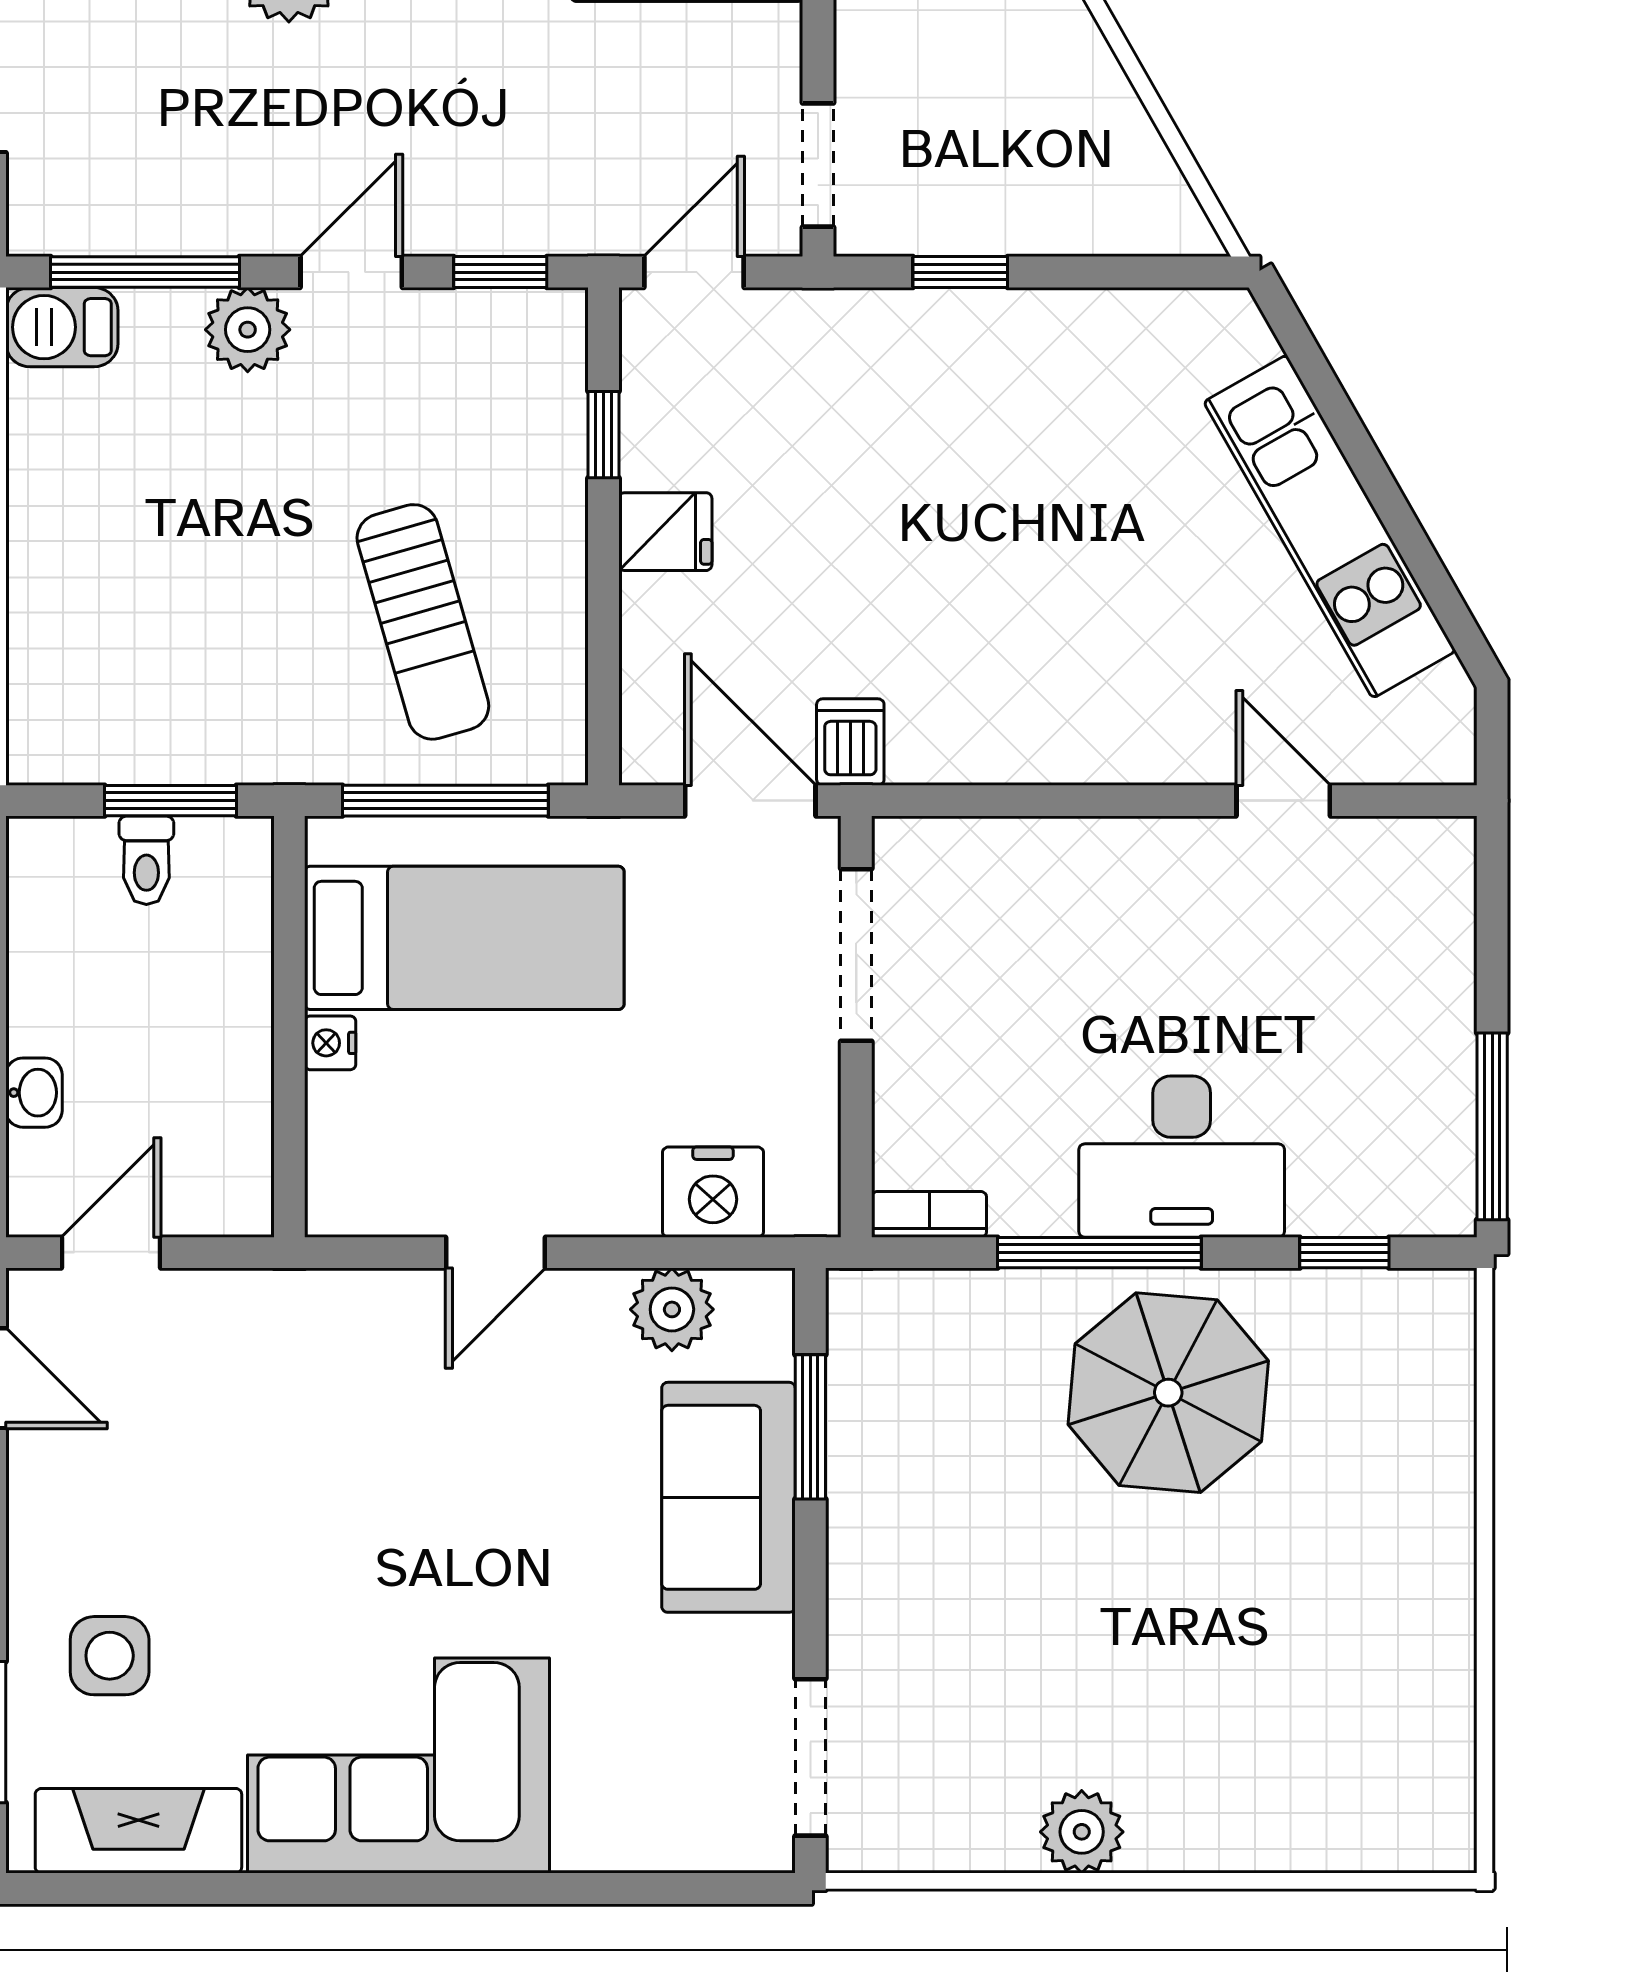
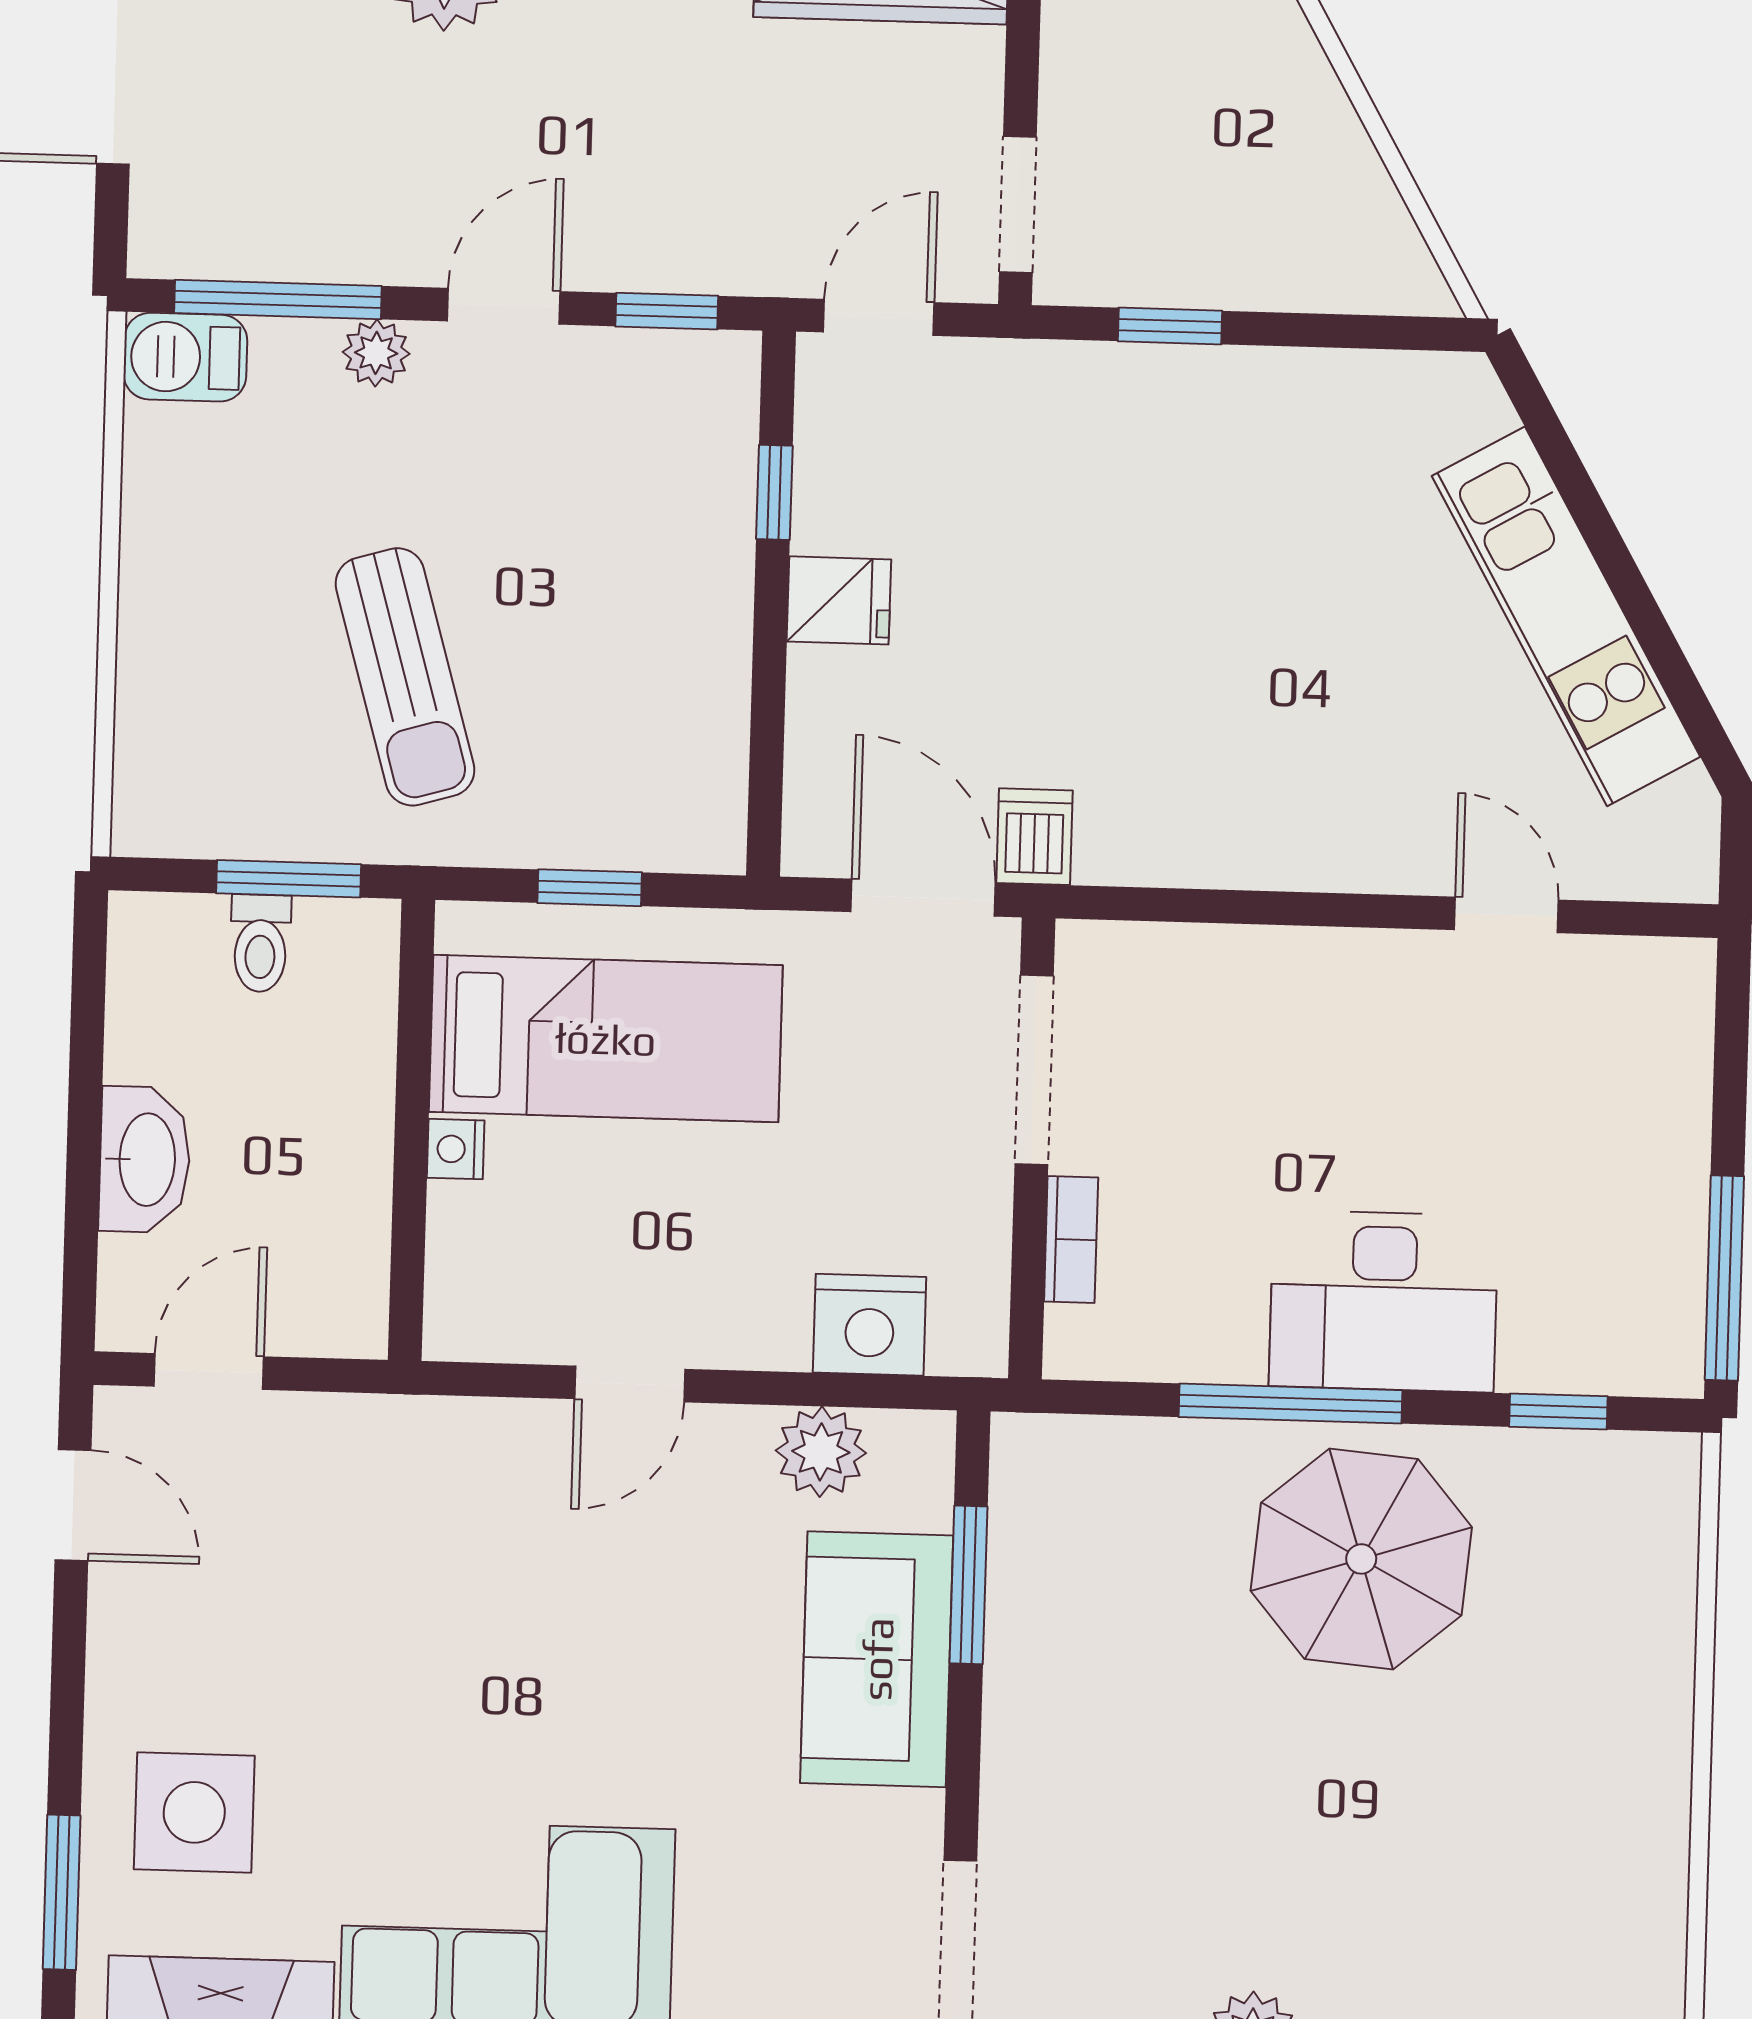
plant: (248, 330) -> (376, 353), width x0.73, depth x0.73
sun lounger: (423, 622) -> (405, 677), moved
window: (445, 801) -> (590, 888), width x0.46
washbasin: (34, 1093) -> (145, 1160), width x1.91, depth x1.45
bookcase: (929, 1214) -> (1071, 1239), moved, turned 90
side table: (110, 1656) -> (194, 1812), width x1.37, depth x1.37

